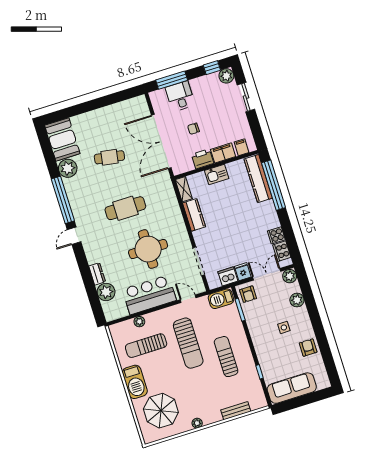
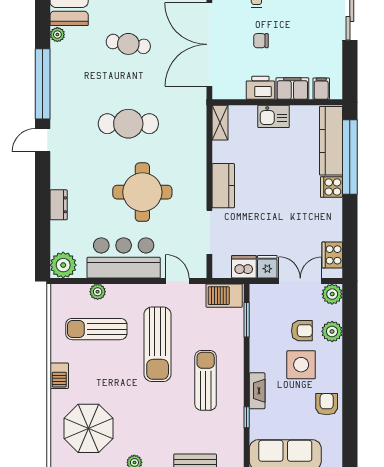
plant: (68, 168) -> (57, 35), width x0.53, depth x0.53
kitchen counter: (194, 215) -> (223, 186), moved
cooker: (276, 235) -> (332, 187), moved
plant: (106, 292) -> (63, 265), moved
armchair: (248, 294) -> (302, 331), moved, turned -90
side table: (284, 327) -> (301, 365), width x1.87, depth x1.87
fireplace: (261, 353) -> (257, 391), added
barbecue: (135, 382) -> (59, 376), width x0.53, depth x0.65

